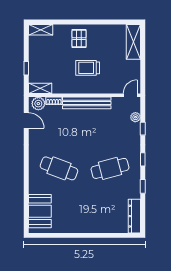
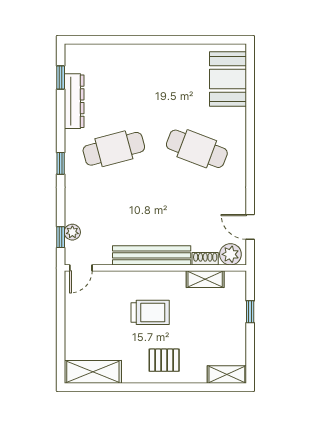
pallet: (79, 39) -> (164, 360), turned 90
shelving: (133, 42) -> (93, 372), moved, turned 90
shelving: (40, 88) -> (205, 279), moved
window: (143, 129) -> (61, 237), moved
window: (143, 186) -> (61, 77), moved
dresser: (134, 216) -> (74, 101), moved

